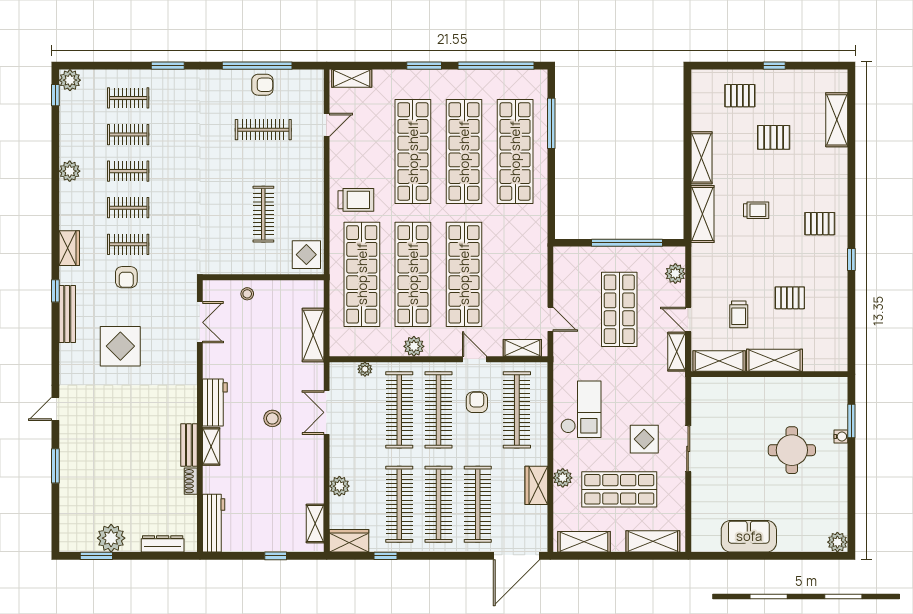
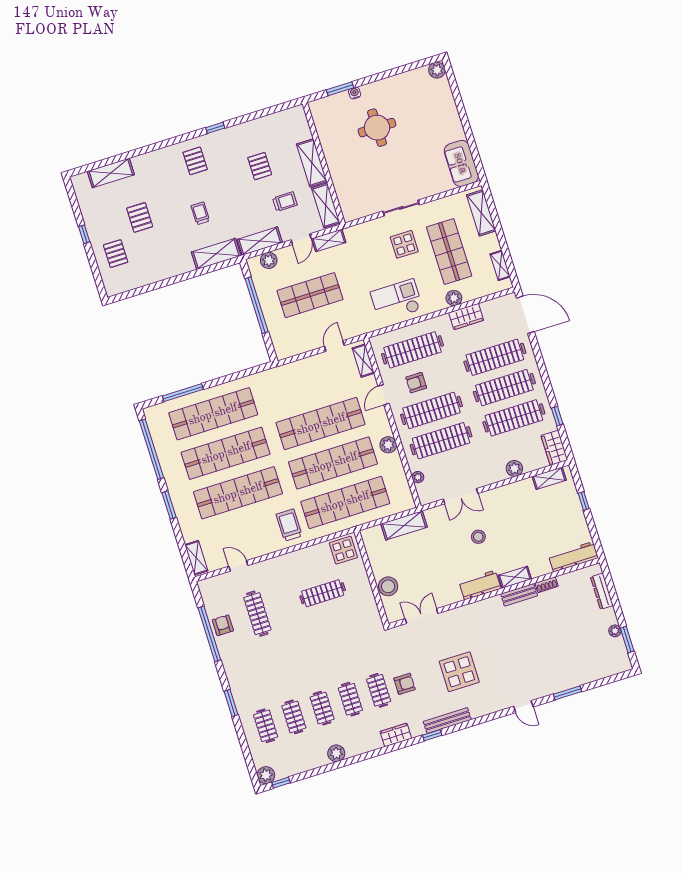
shelving: (701, 158) -> (260, 241), moved
stool: (247, 294) -> (388, 586), width x1.89, depth x1.89
sofa: (749, 536) -> (461, 163), moved
plant: (111, 538) -> (615, 631), width x0.53, depth x0.53
shelving: (584, 542) -> (500, 265), width x0.67, depth x0.75

